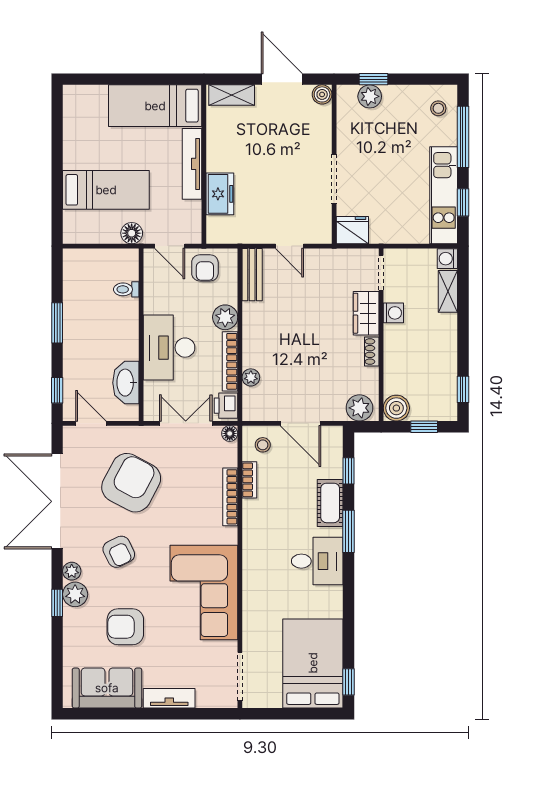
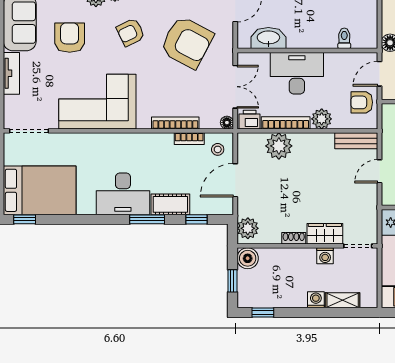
washing machine: (447, 259) -> (316, 300), moved
plant: (251, 377) -> (279, 146), width x1.88, depth x1.88
desk: (317, 561) -> (123, 194), width x1.37

